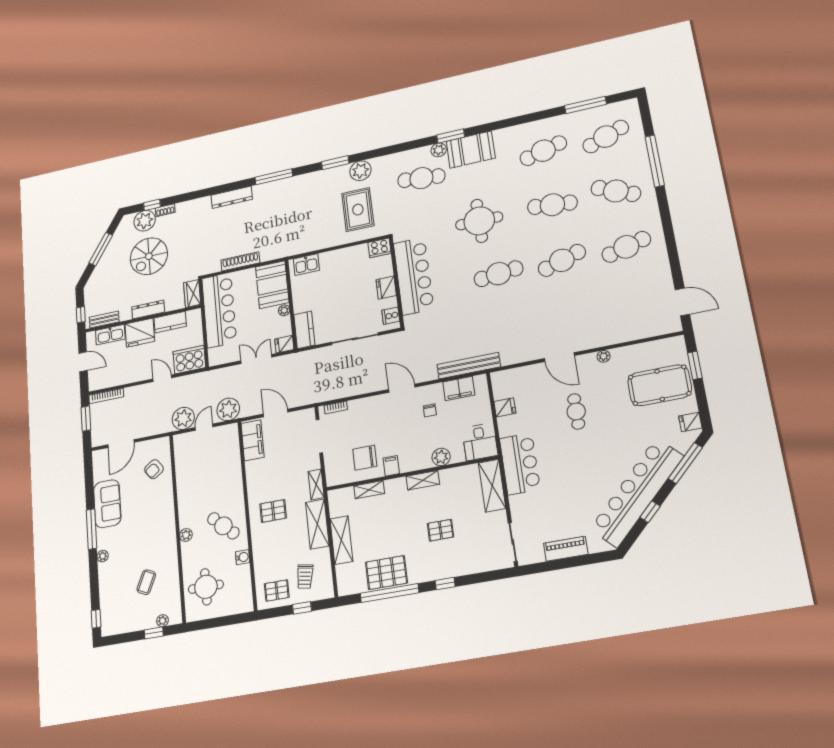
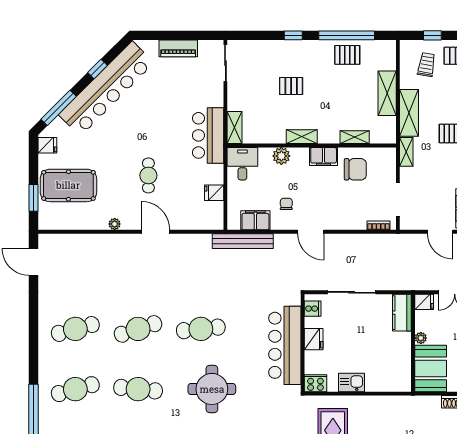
cafe table: (616, 191) -> (75, 389), turned -39
kitchen sink: (306, 265) -> (352, 382), moved
filing cabinet: (391, 466) -> (324, 157), width x2.00
shelving: (492, 486) -> (234, 128), width x0.67, depth x0.75
pallet: (386, 573) -> (347, 55), width x0.67, depth x0.71

